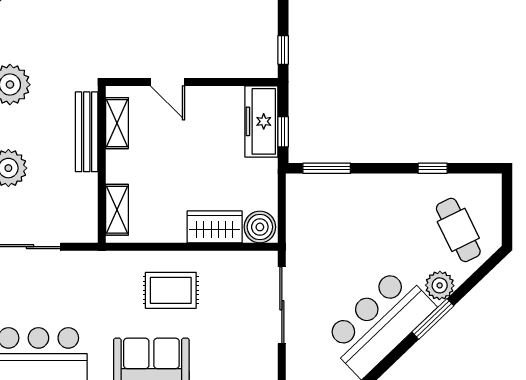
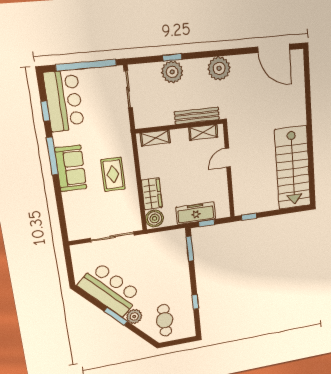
freezer: (261, 121) -> (196, 213), moved
cafe table: (458, 230) -> (165, 320), turned -64

